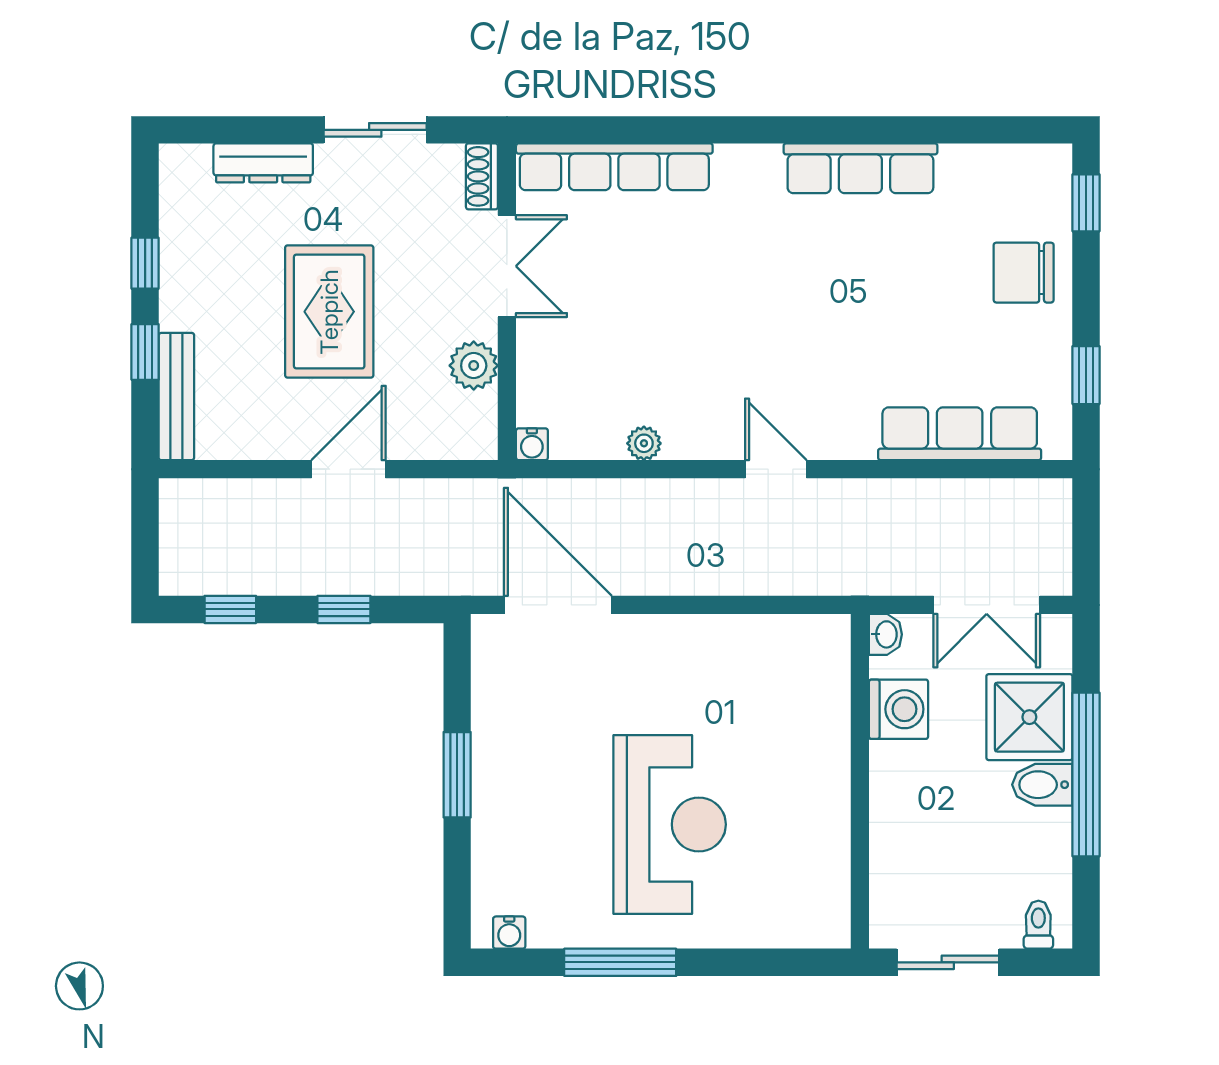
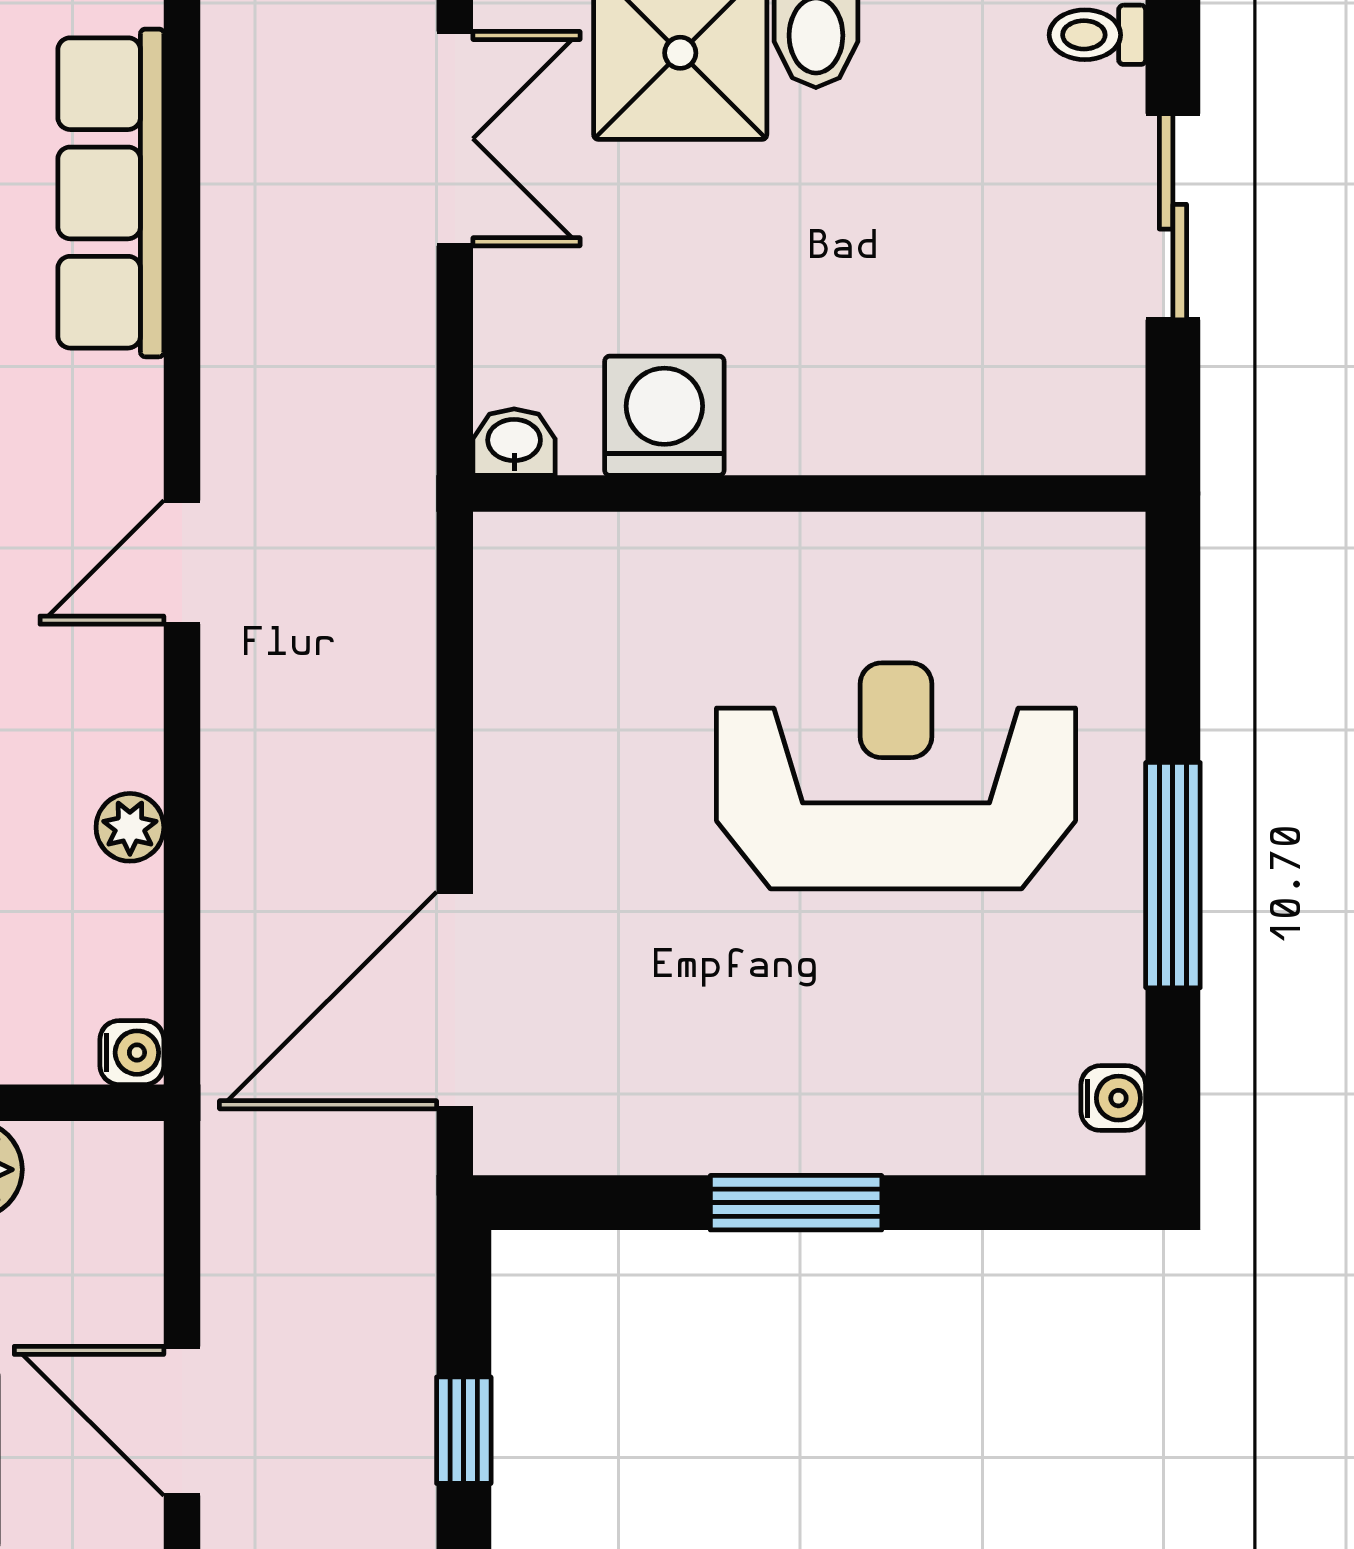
washbasin: (885, 634) -> (514, 442), moved
washing machine: (899, 709) -> (664, 416), moved
wall: (860, 781) -> (809, 494), moved

